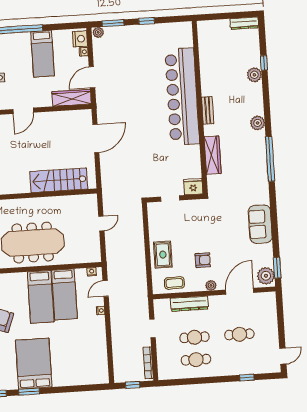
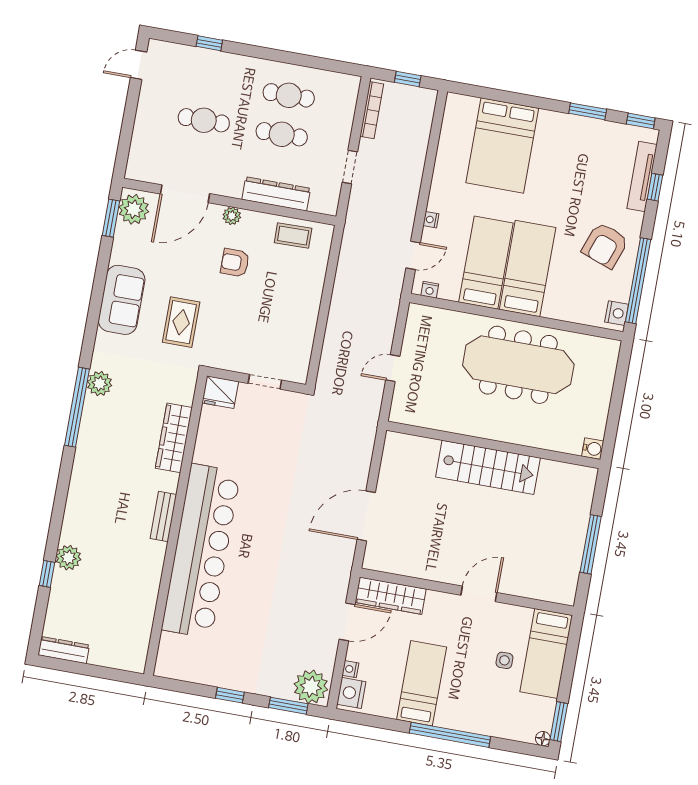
plant: (98, 32) -> (311, 687), width x1.88, depth x1.88
plant: (258, 123) -> (100, 384), moved
stairs: (59, 180) -> (488, 467), moved
rug: (163, 255) -> (181, 322), moved
bed: (34, 364) -> (502, 145), moved

